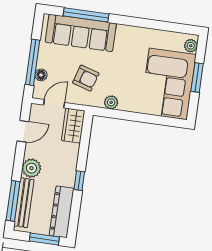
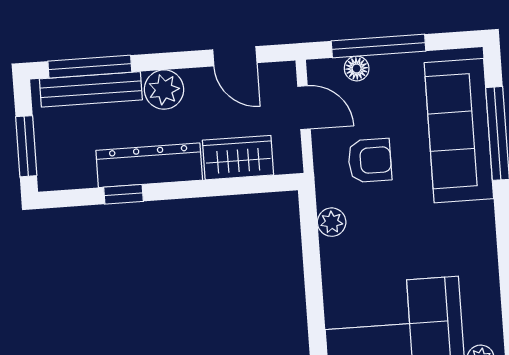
armchair: (86, 78) -> (370, 160), turned -107
wardrobe: (73, 126) -> (238, 158), moved
window: (79, 181) -> (123, 194), moved
dresser: (62, 212) -> (149, 165), moved

